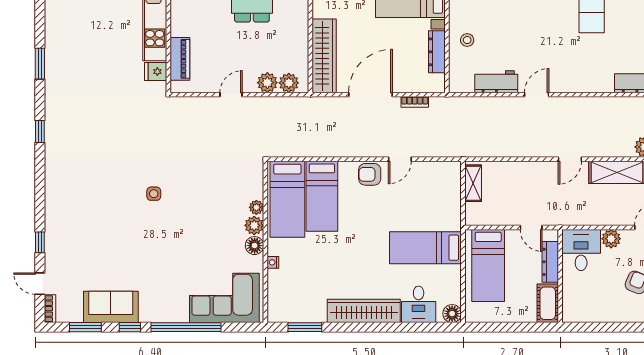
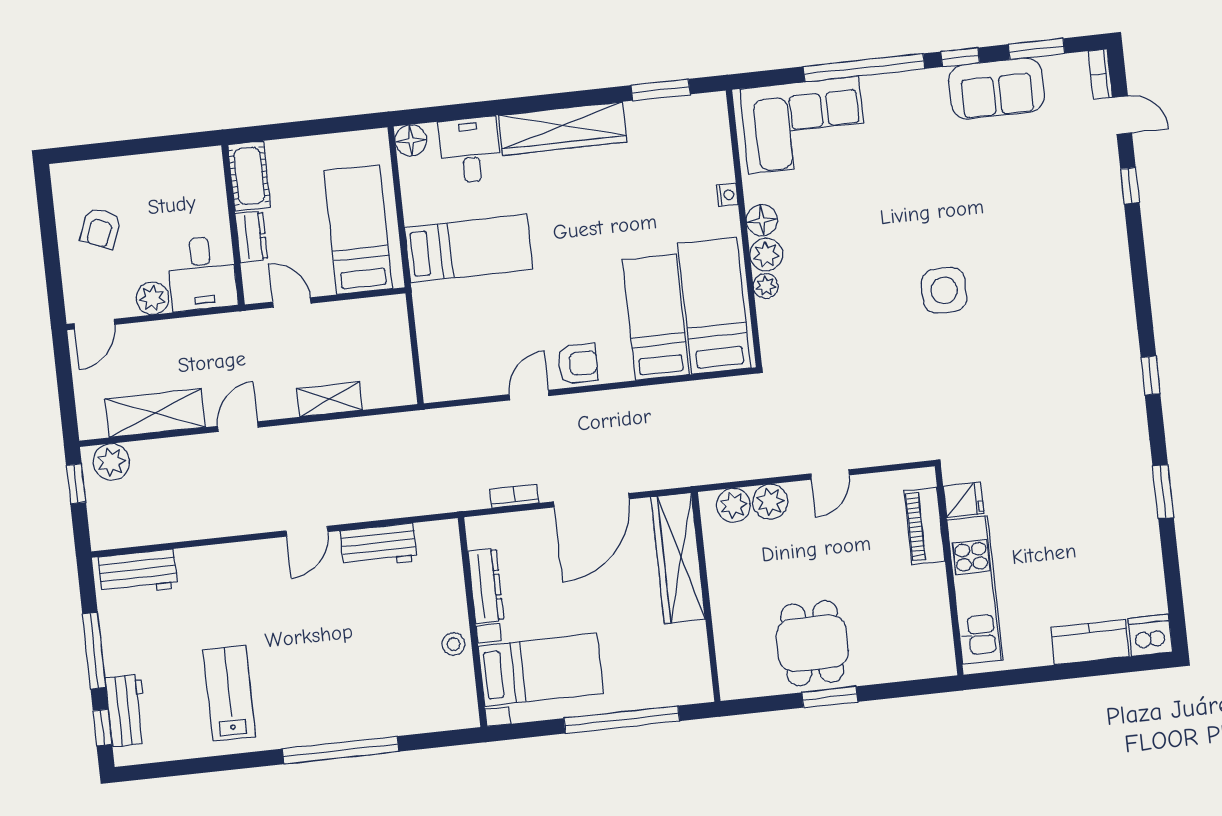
stool: (467, 40) -> (454, 644), moved
shelving: (473, 183) -> (329, 399), moved, turned 90
side table: (154, 194) -> (944, 290), width x1.87, depth x1.87
dresser: (550, 262) -> (251, 237), width x0.70

